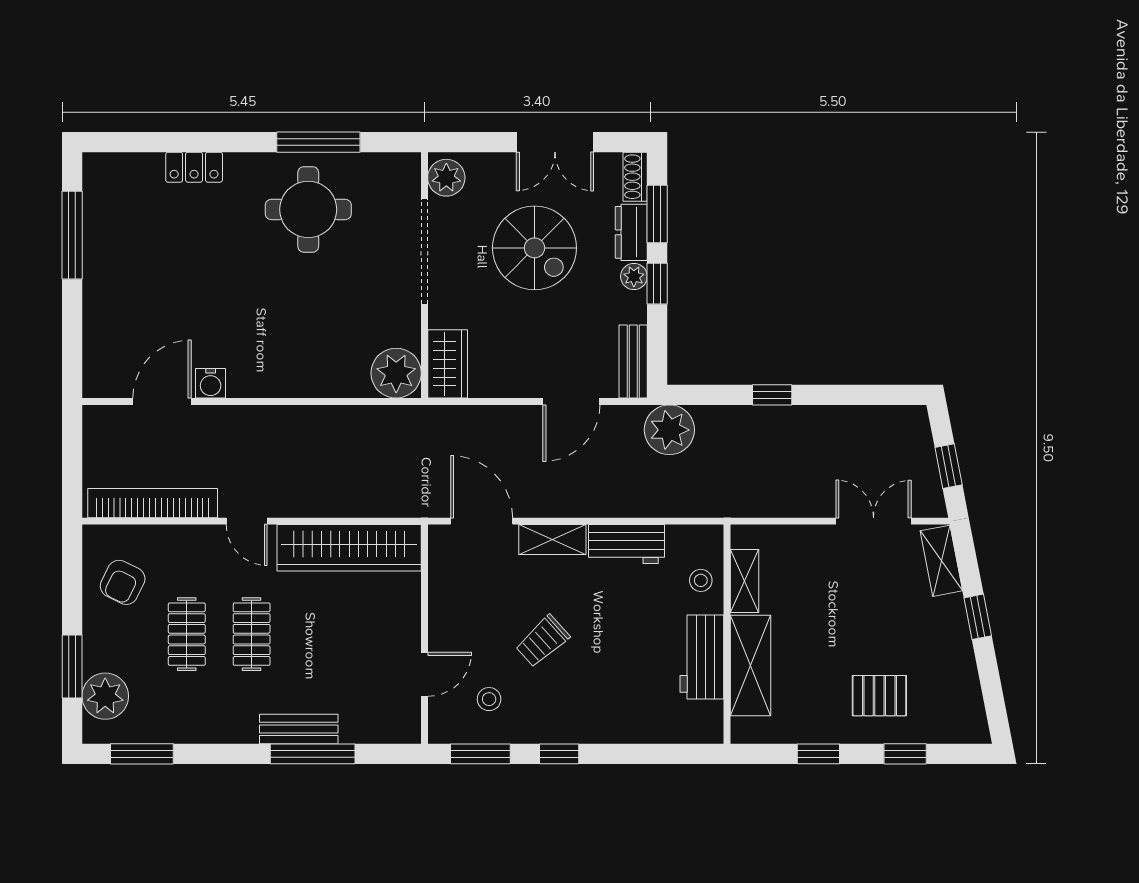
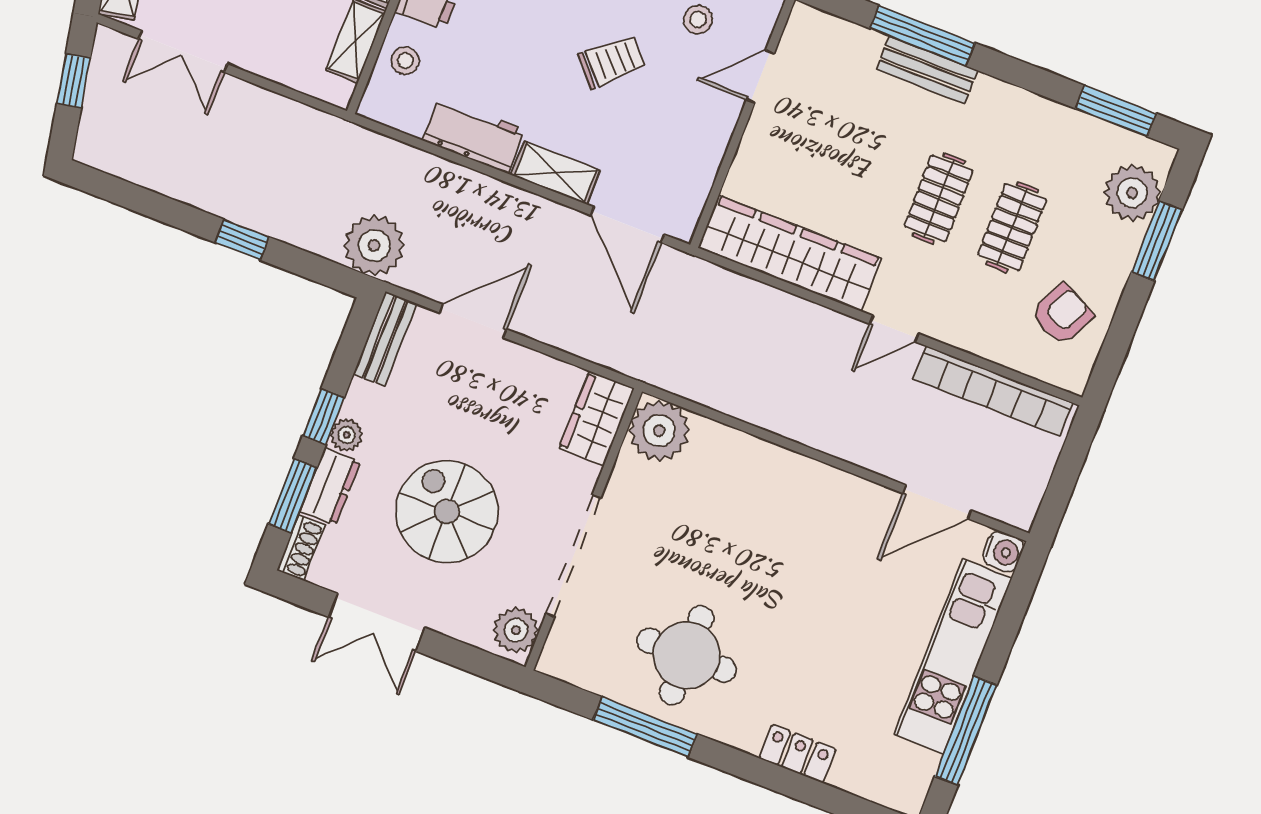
double door: (555, 142) -> (377, 622), swing flipped
kitchen unit: (104, 288) -> (953, 656), added
water cooler: (211, 383) -> (1003, 551), moved, turned 90
door: (247, 521) -> (894, 329), swing flipped

